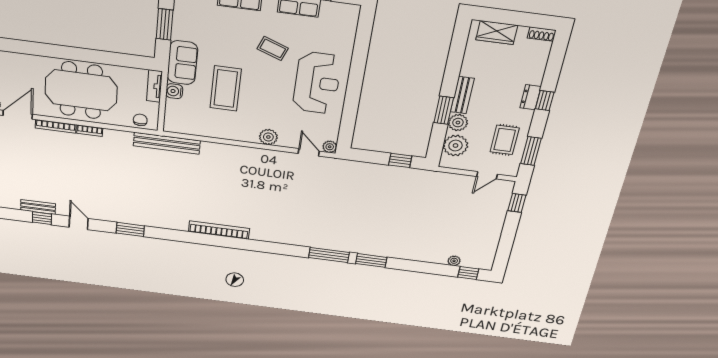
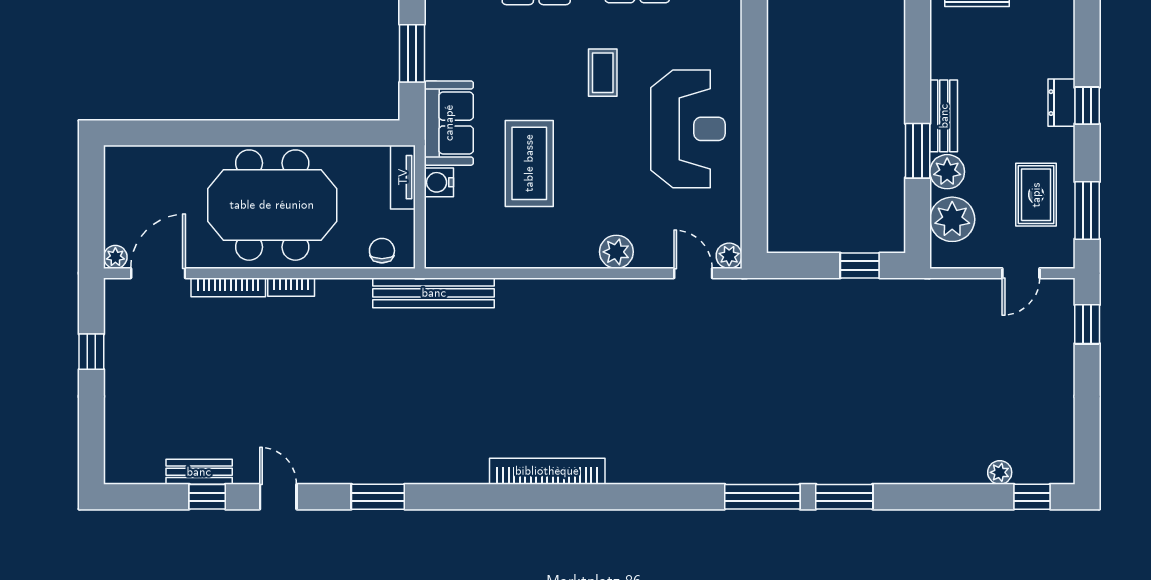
coffee table: (273, 48) -> (603, 73), turned 69

